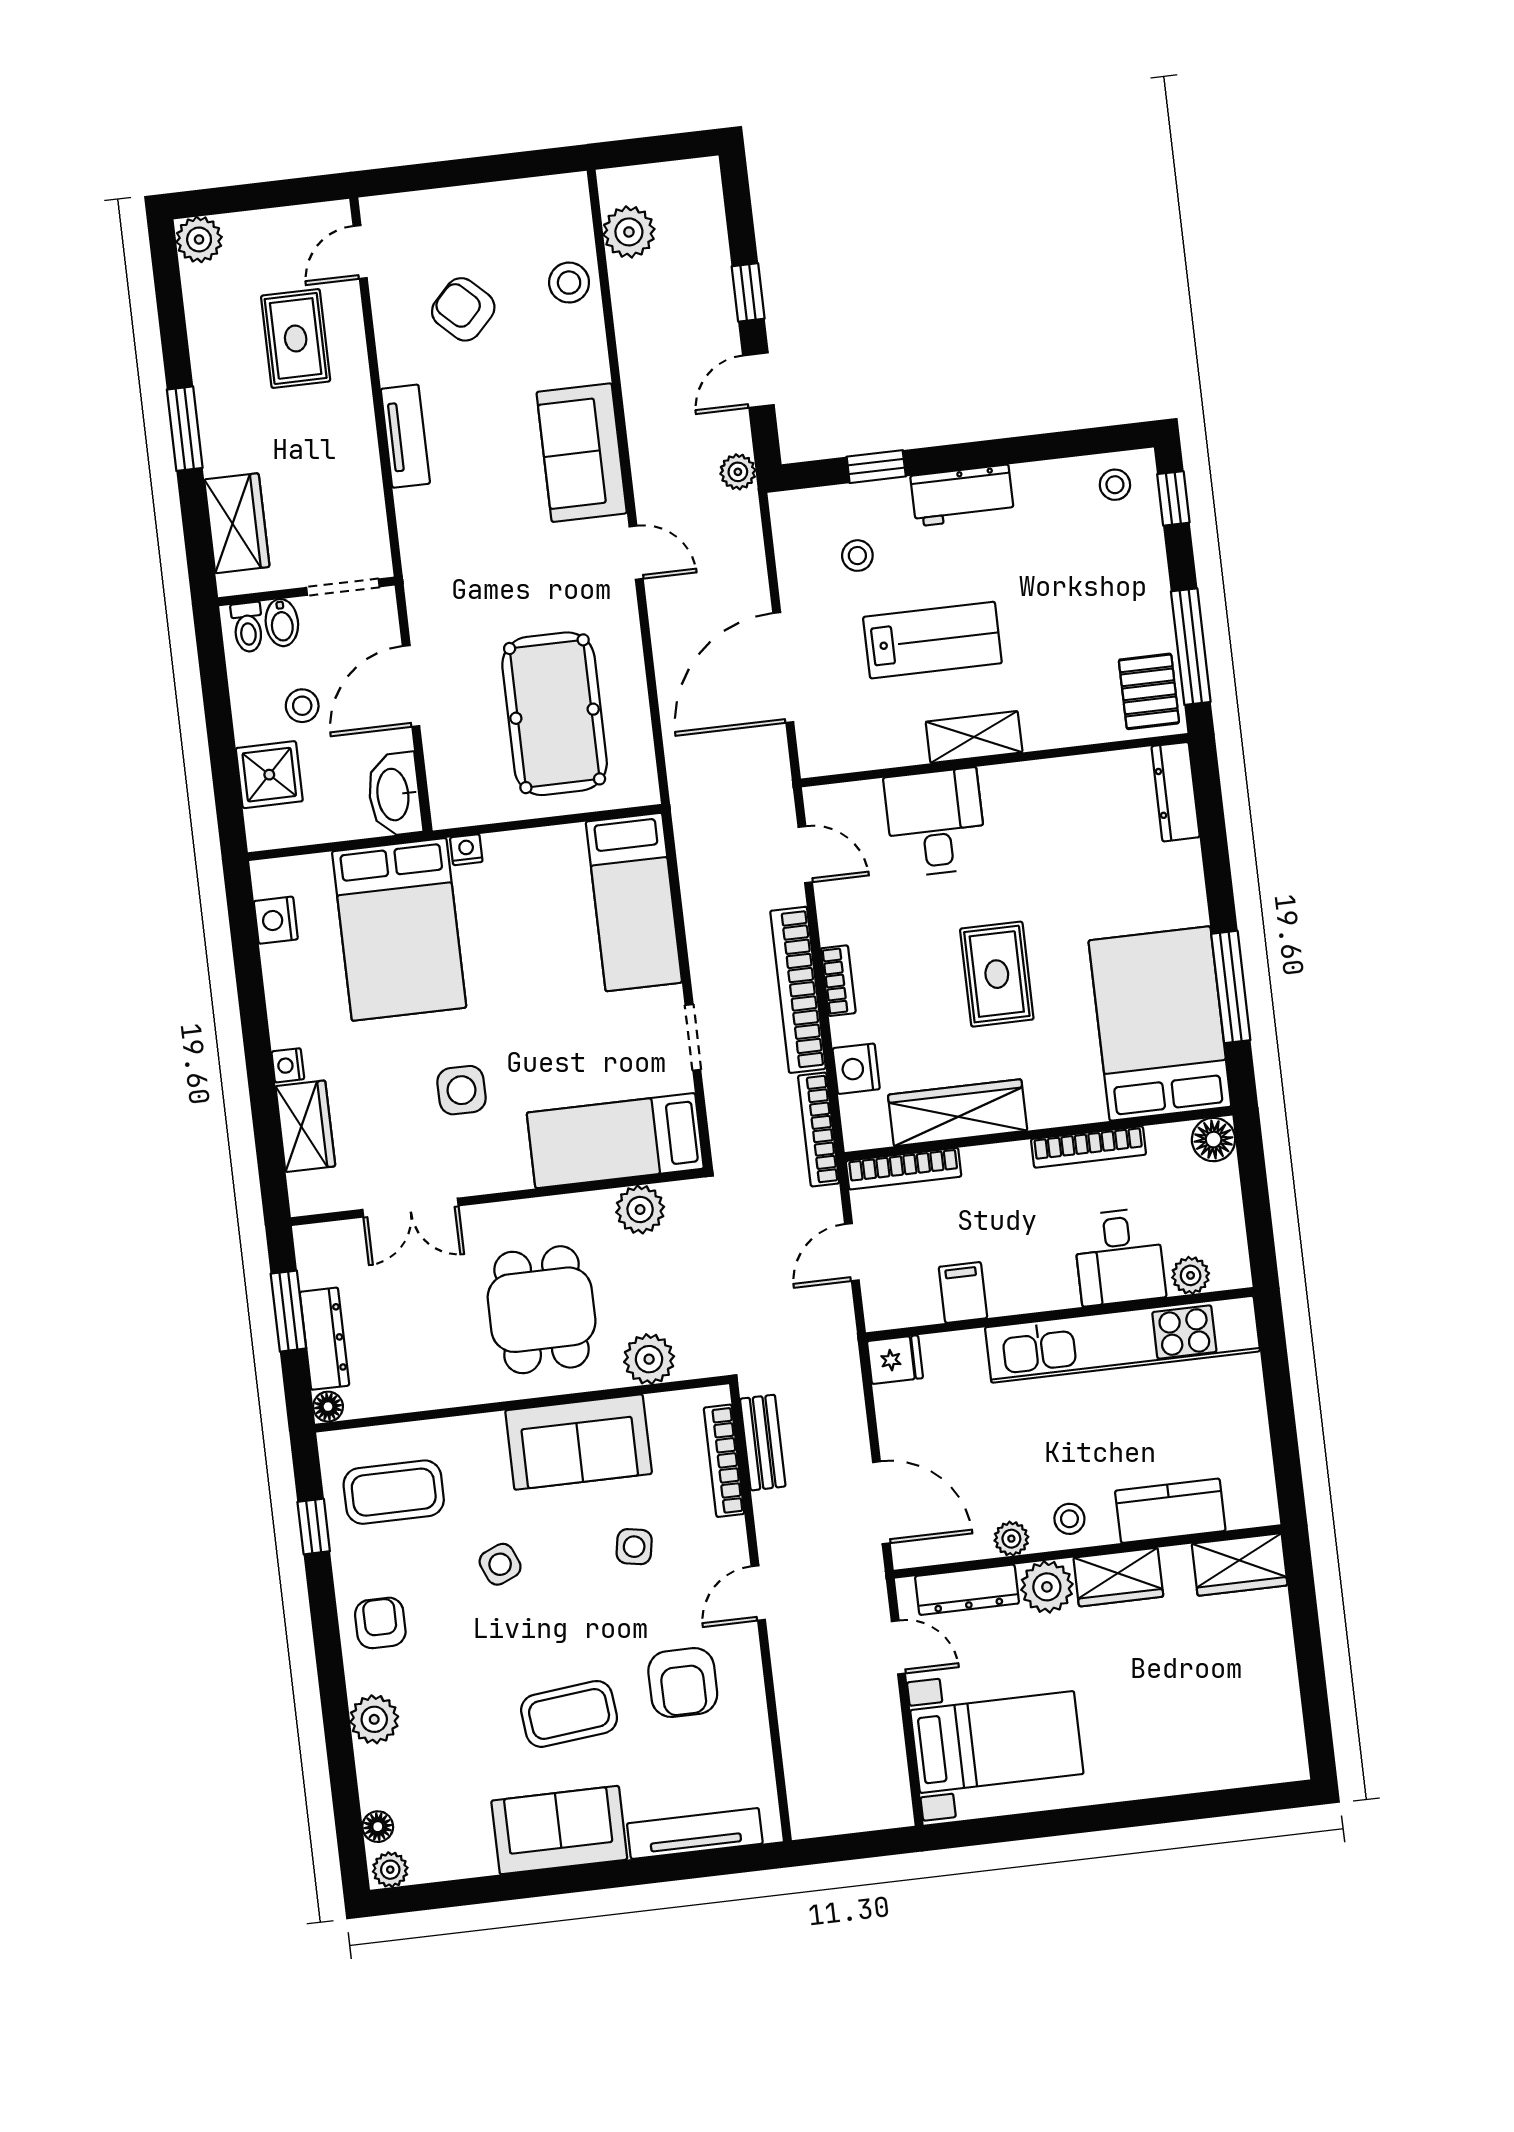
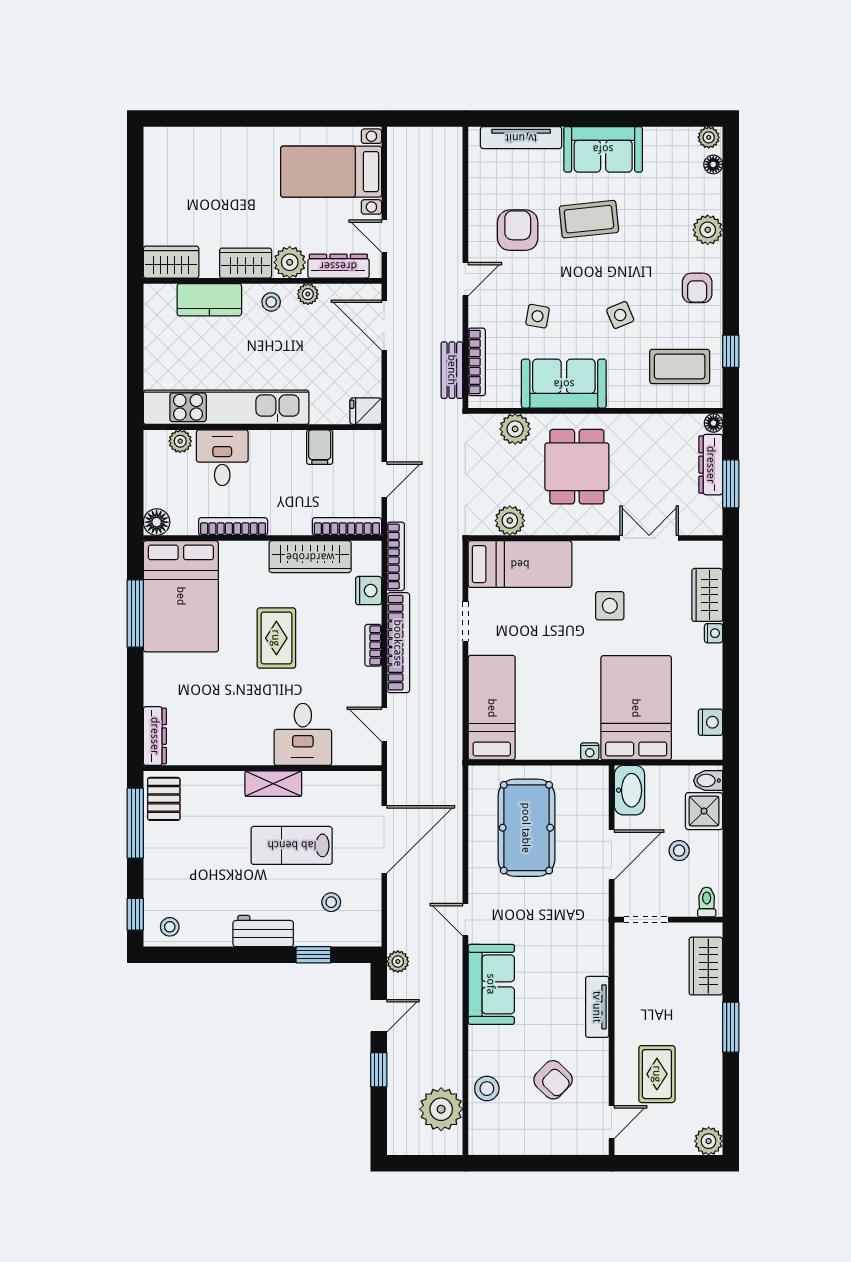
plant: (629, 232) -> (441, 1109), width x1.36, depth x1.36
bidet: (282, 623) -> (708, 781), moved, turned -90

